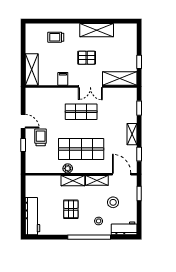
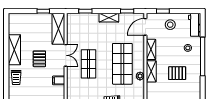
trolley: (56, 37) -> (16, 77), moved
stool: (113, 202) -> (170, 25), moved

